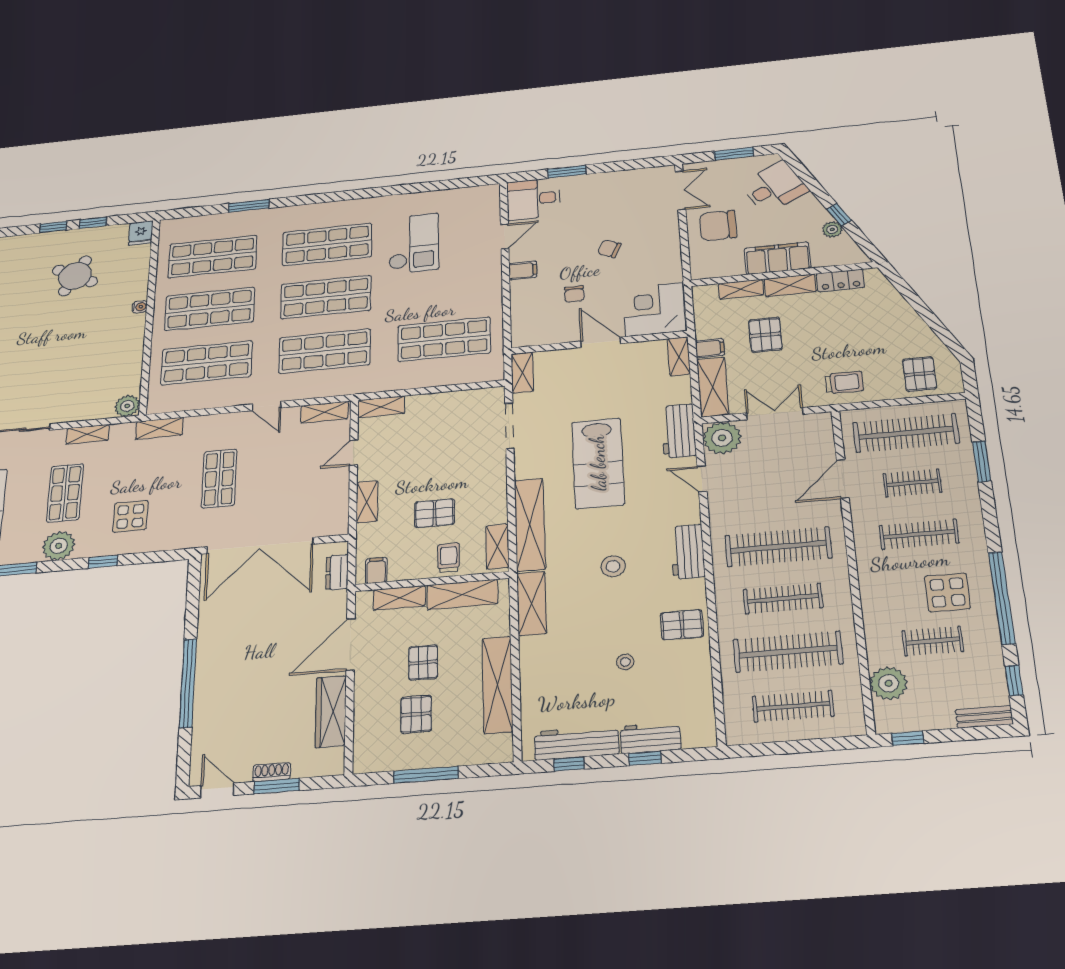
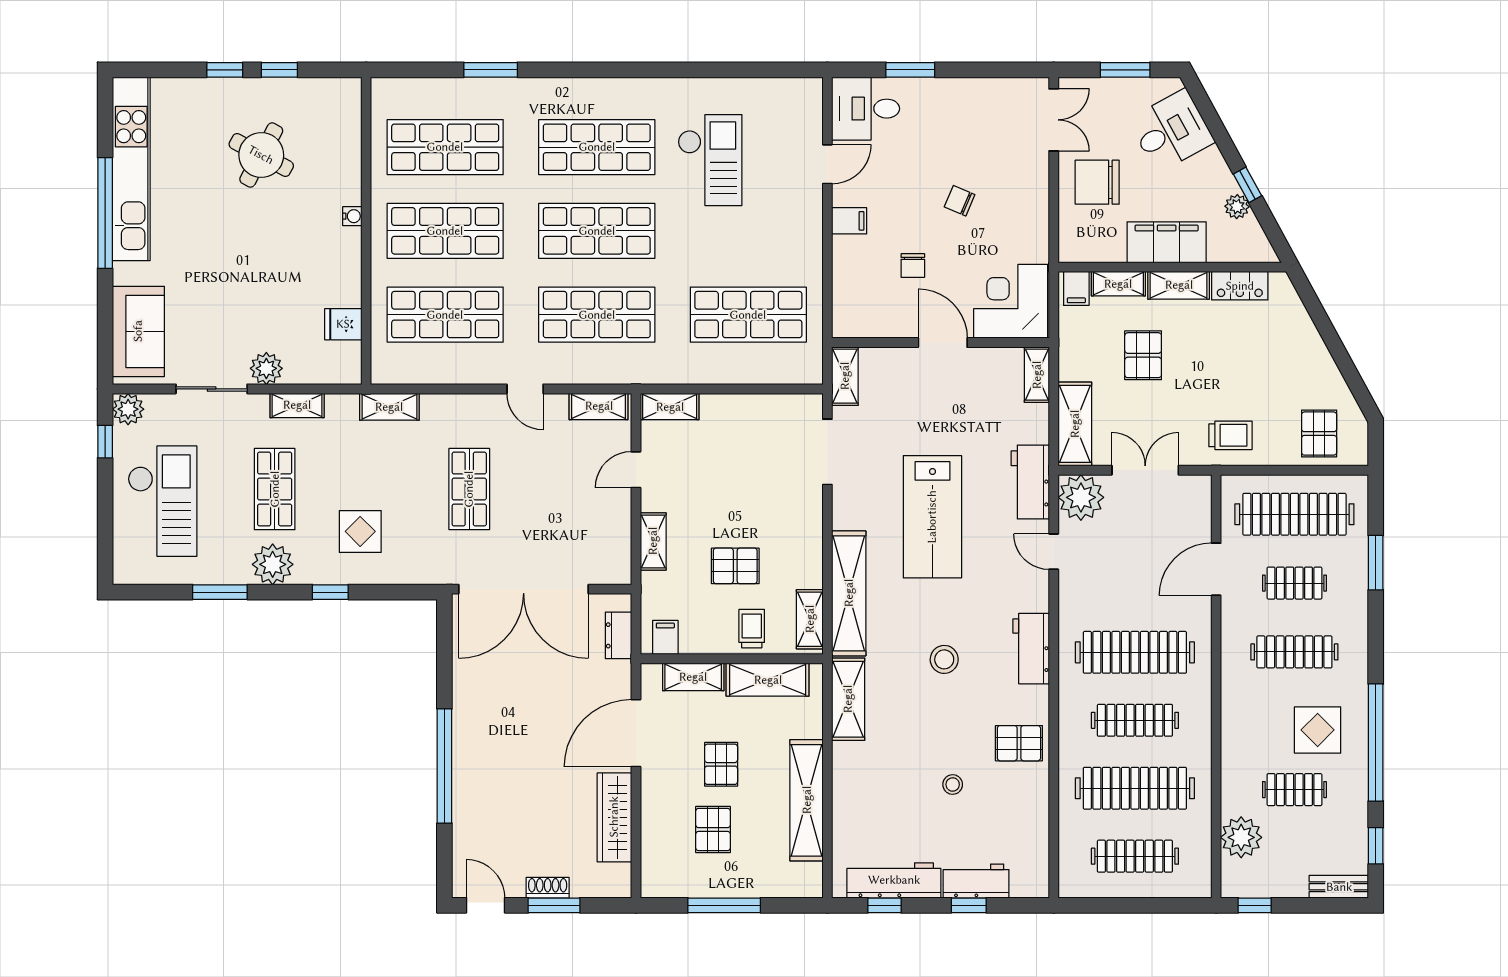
fridge: (141, 233) -> (343, 324), moved, turned 90
filing cabinet: (710, 348) -> (1076, 288), moved, turned 90
plant: (127, 406) -> (266, 368), moved

